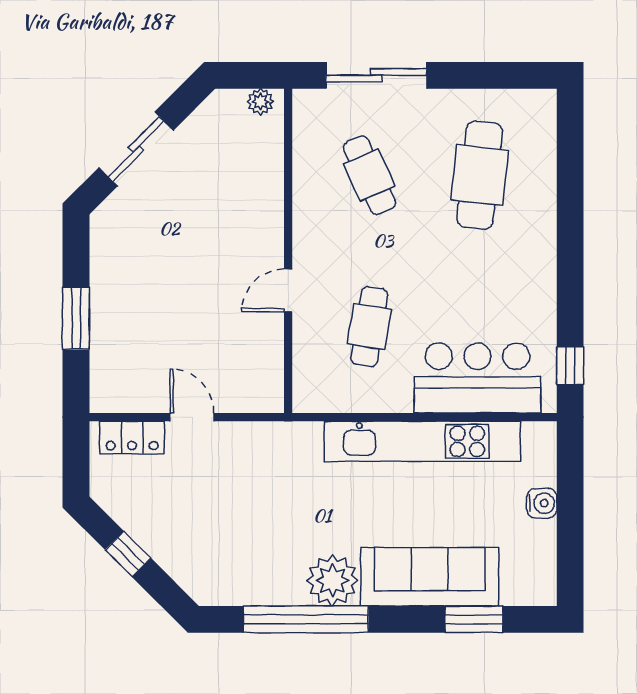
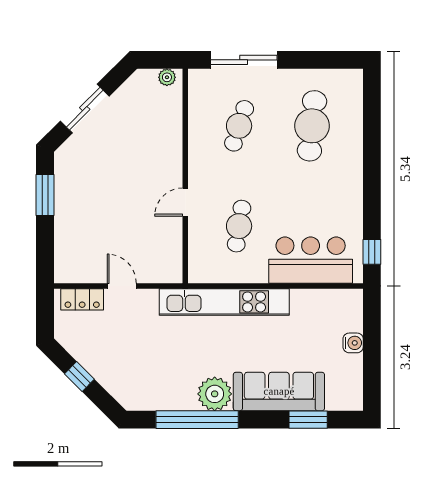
cafe table: (369, 175) -> (239, 126), turned 42
window: (76, 318) -> (45, 195), moved
kitchen unit: (422, 441) -> (224, 302), moved

